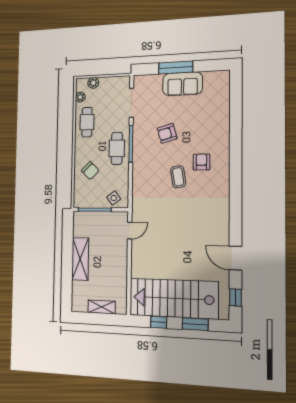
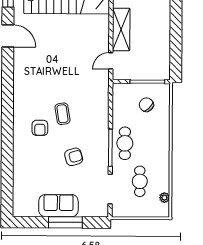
plant: (93, 83) -> (151, 212), removed
cafe table: (87, 122) -> (140, 181), moved
chair: (90, 171) -> (146, 105), moved
side table: (114, 198) -> (128, 93), removed
shelving: (80, 259) -> (121, 29), moved

